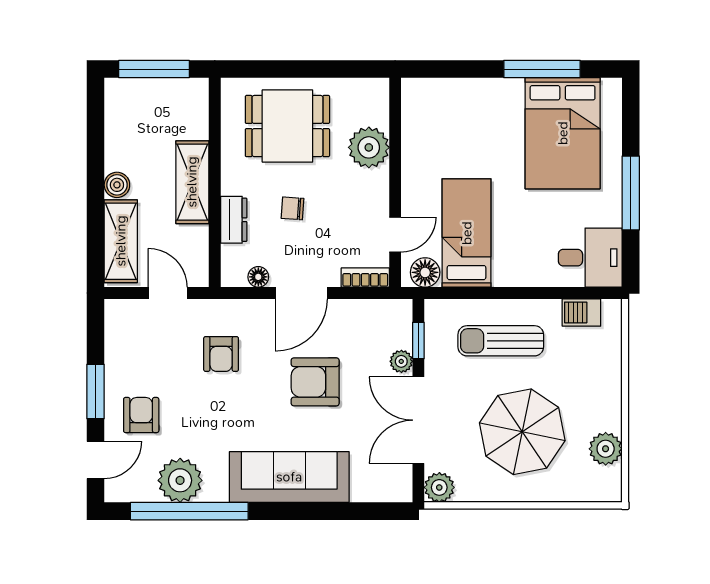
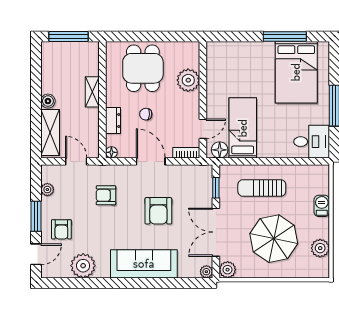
dining table: (287, 126) -> (143, 68), turned 90
shelving: (192, 182) -> (92, 92), width x0.67, depth x0.75
floor lamp: (258, 277) -> (111, 152), moved
door: (301, 293) -> (151, 161), swing flipped
barbecue: (581, 312) -> (322, 206), moved, turned 90
plant: (116, 344) -> (47, 190), added
armchair: (221, 354) -> (106, 195), turned 90
plant: (401, 361) -> (206, 272), moved
armchair: (315, 382) -> (158, 211), turned -90
armchair: (141, 415) -> (61, 229), turned 180
window: (189, 511) -> (88, 283), removed

